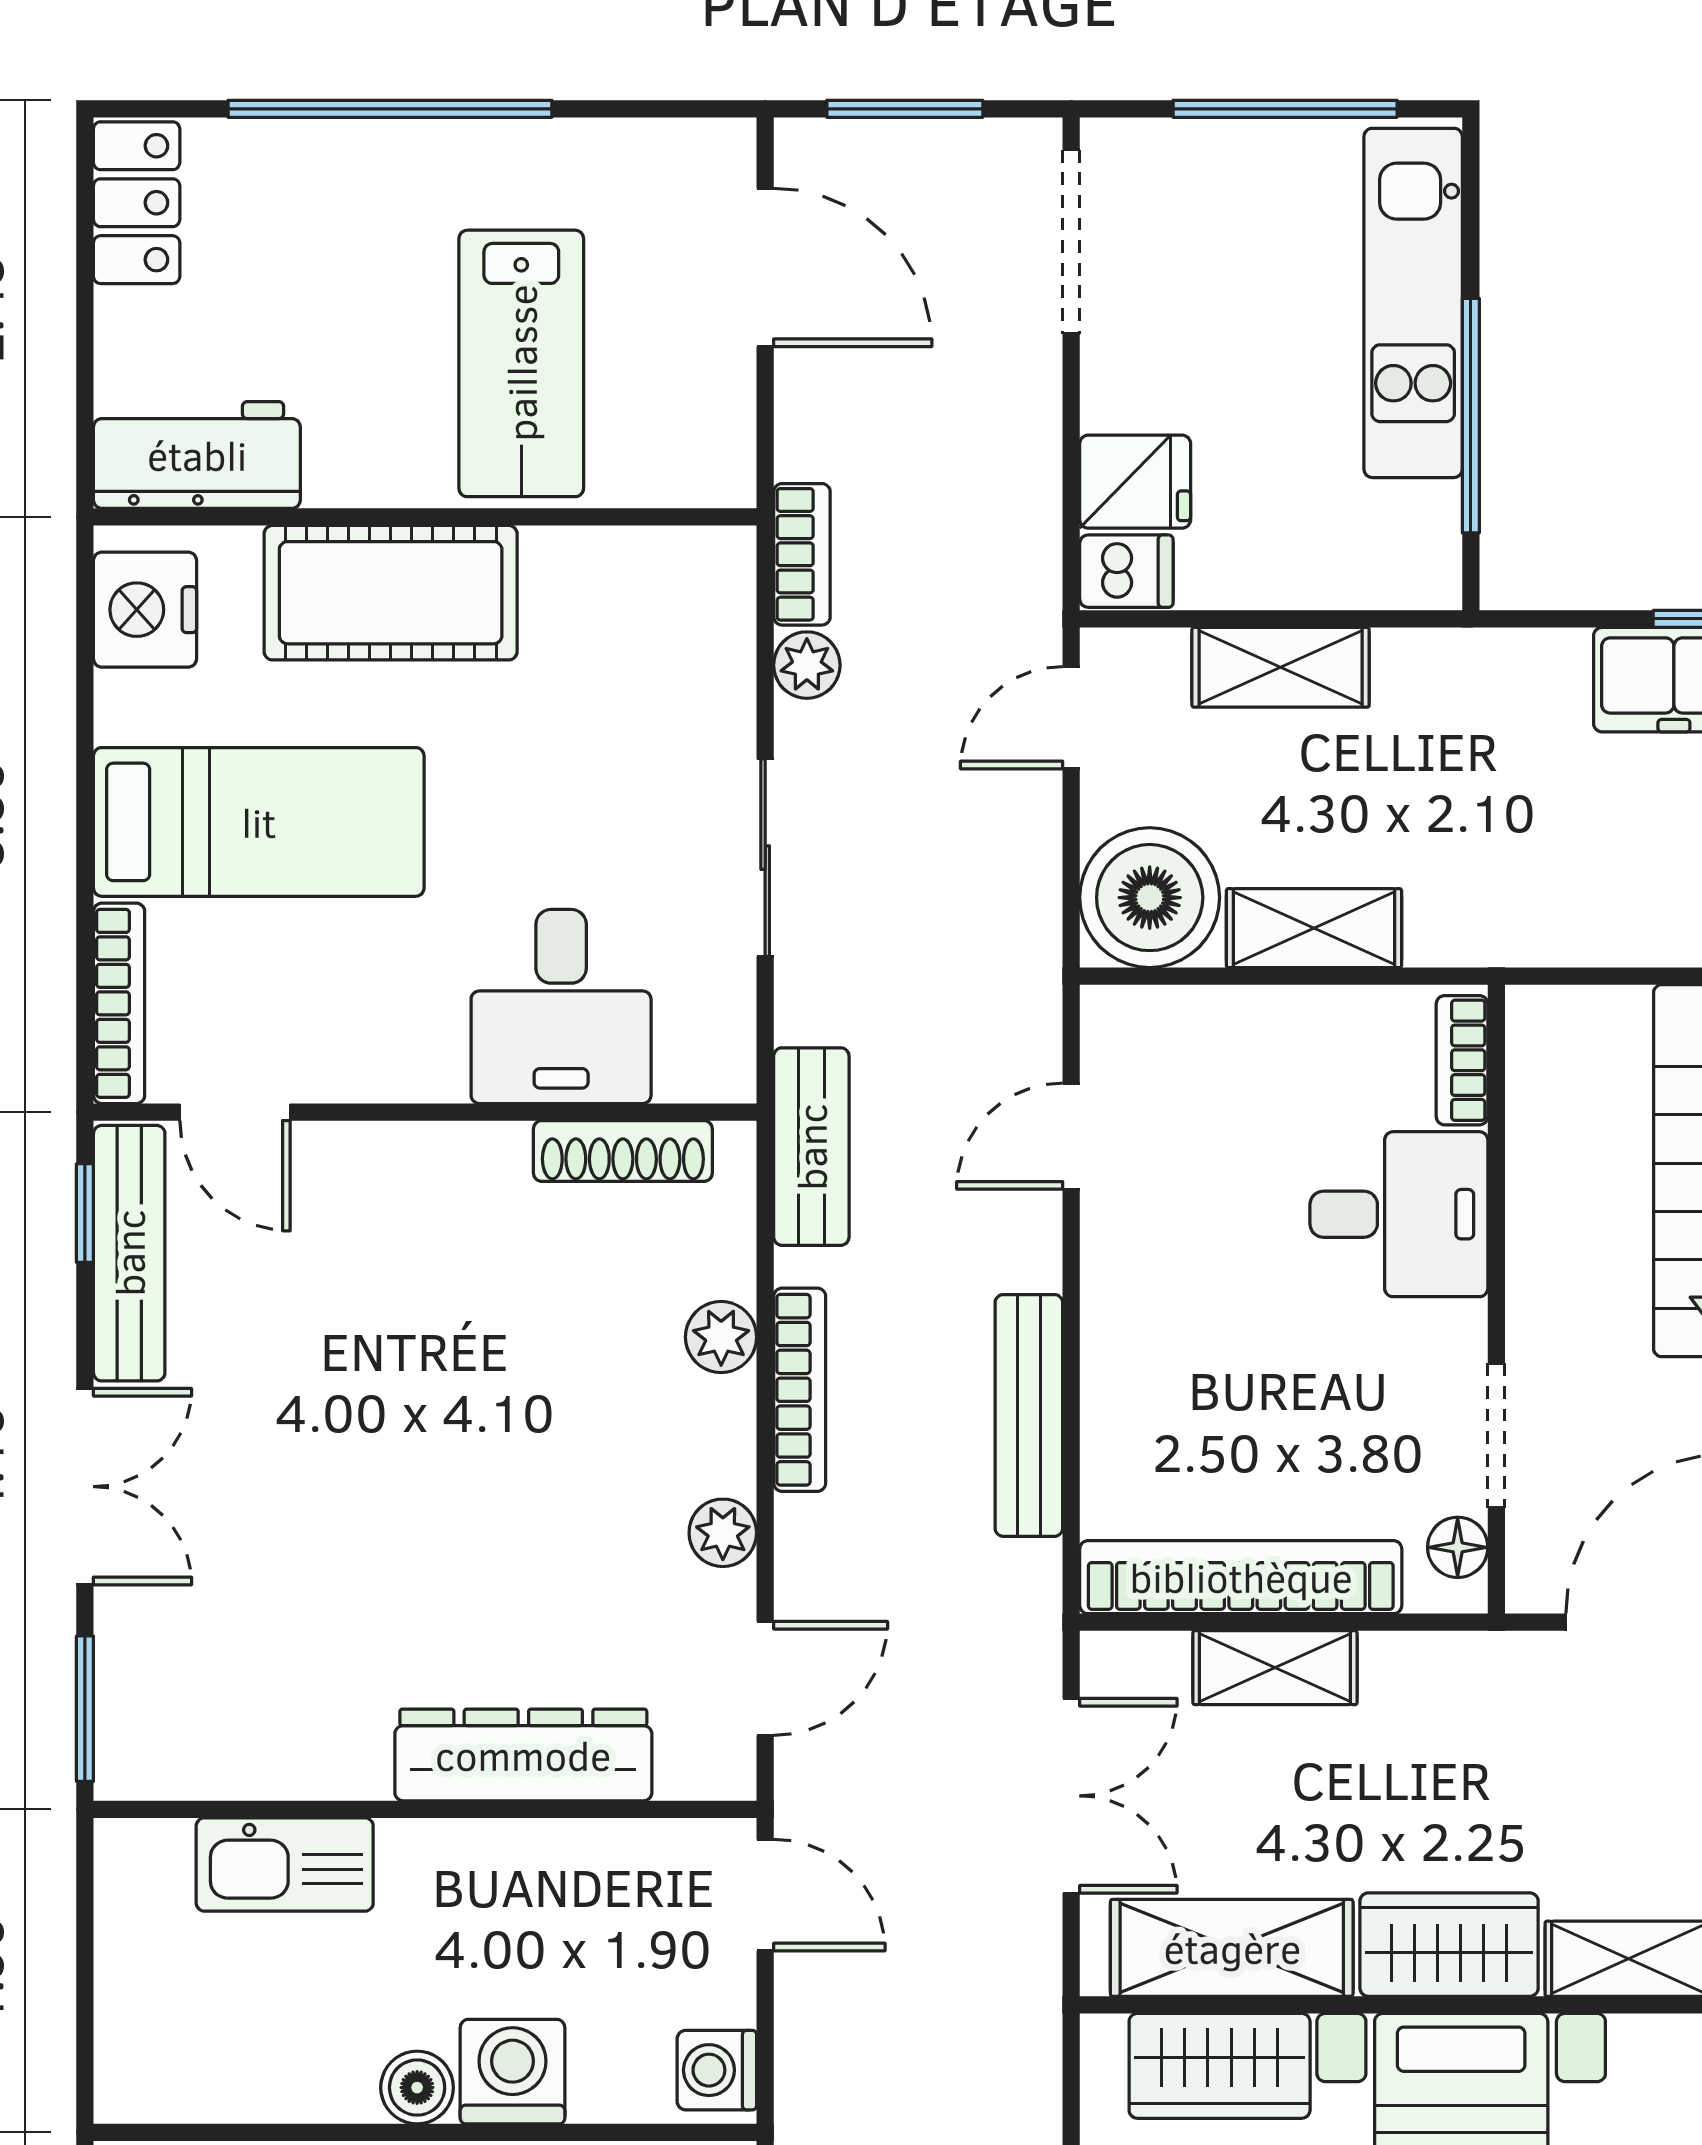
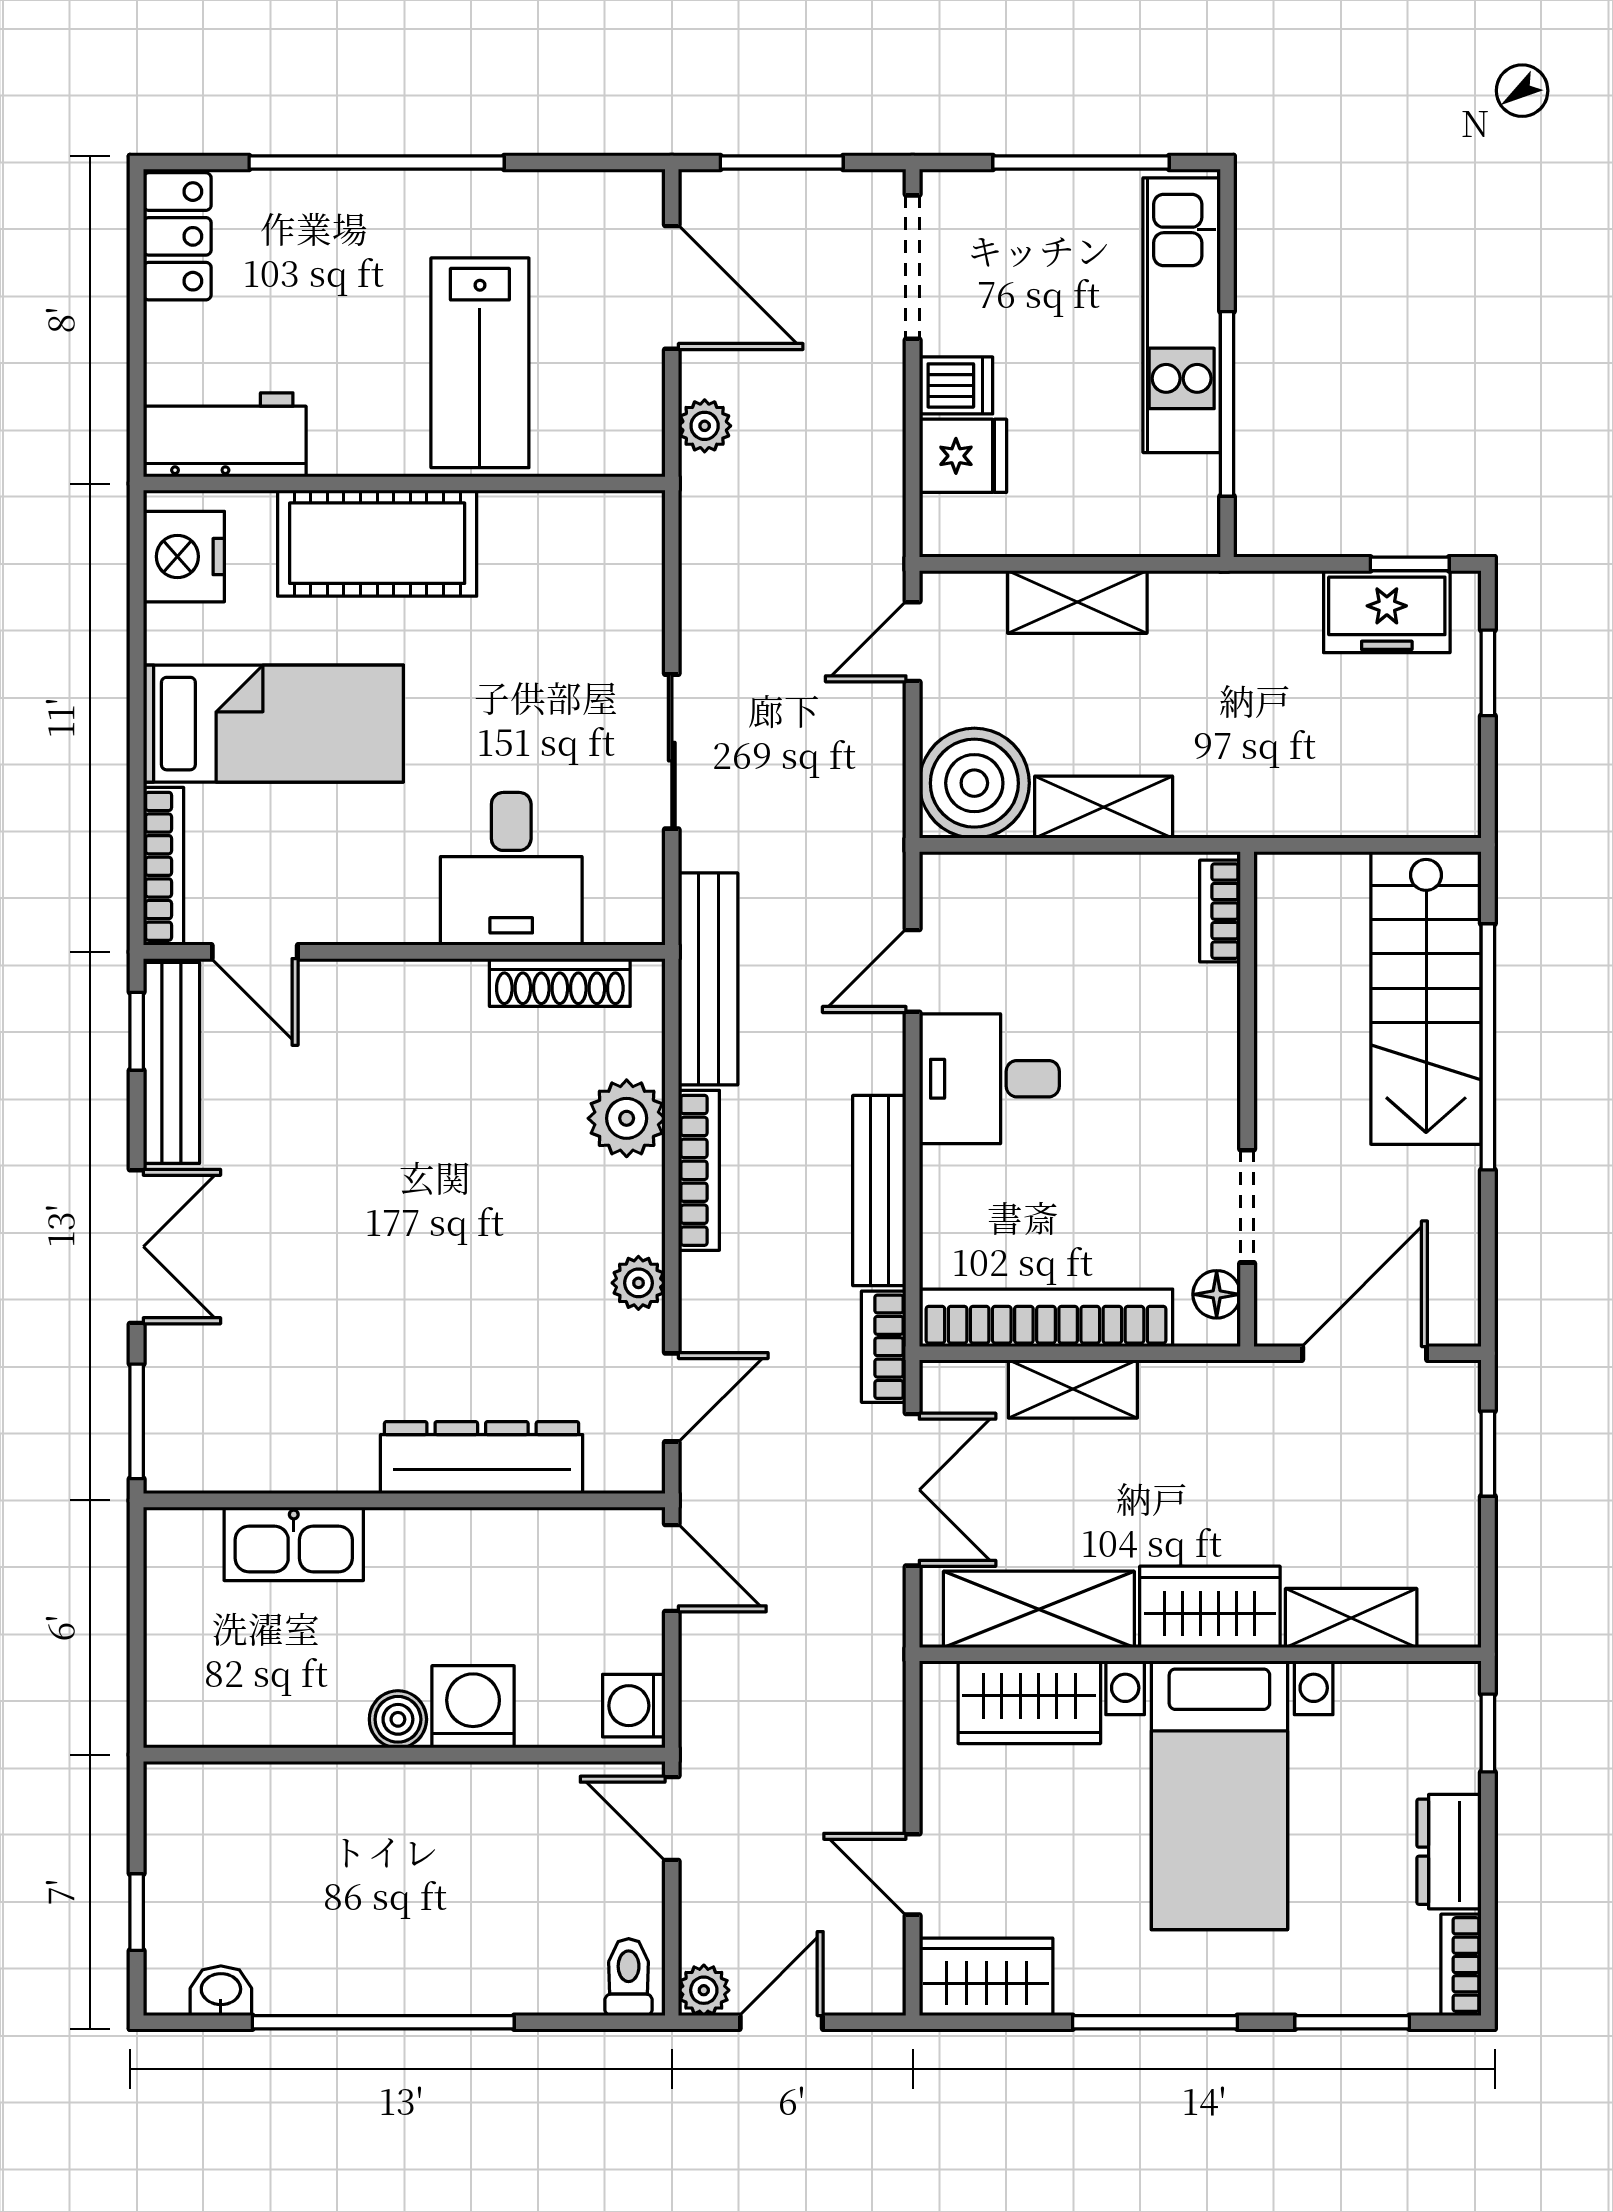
bookcase: (802, 554) -> (884, 1347), moved, turned 180
dishwasher: (1126, 571) -> (956, 385), moved
plant: (807, 665) -> (705, 426), moved
bench: (811, 1147) -> (708, 979), width x1.36
desk: (1399, 1214) -> (989, 1079), moved, turned 180
plant: (721, 1337) -> (627, 1118), width x1.38, depth x1.38

